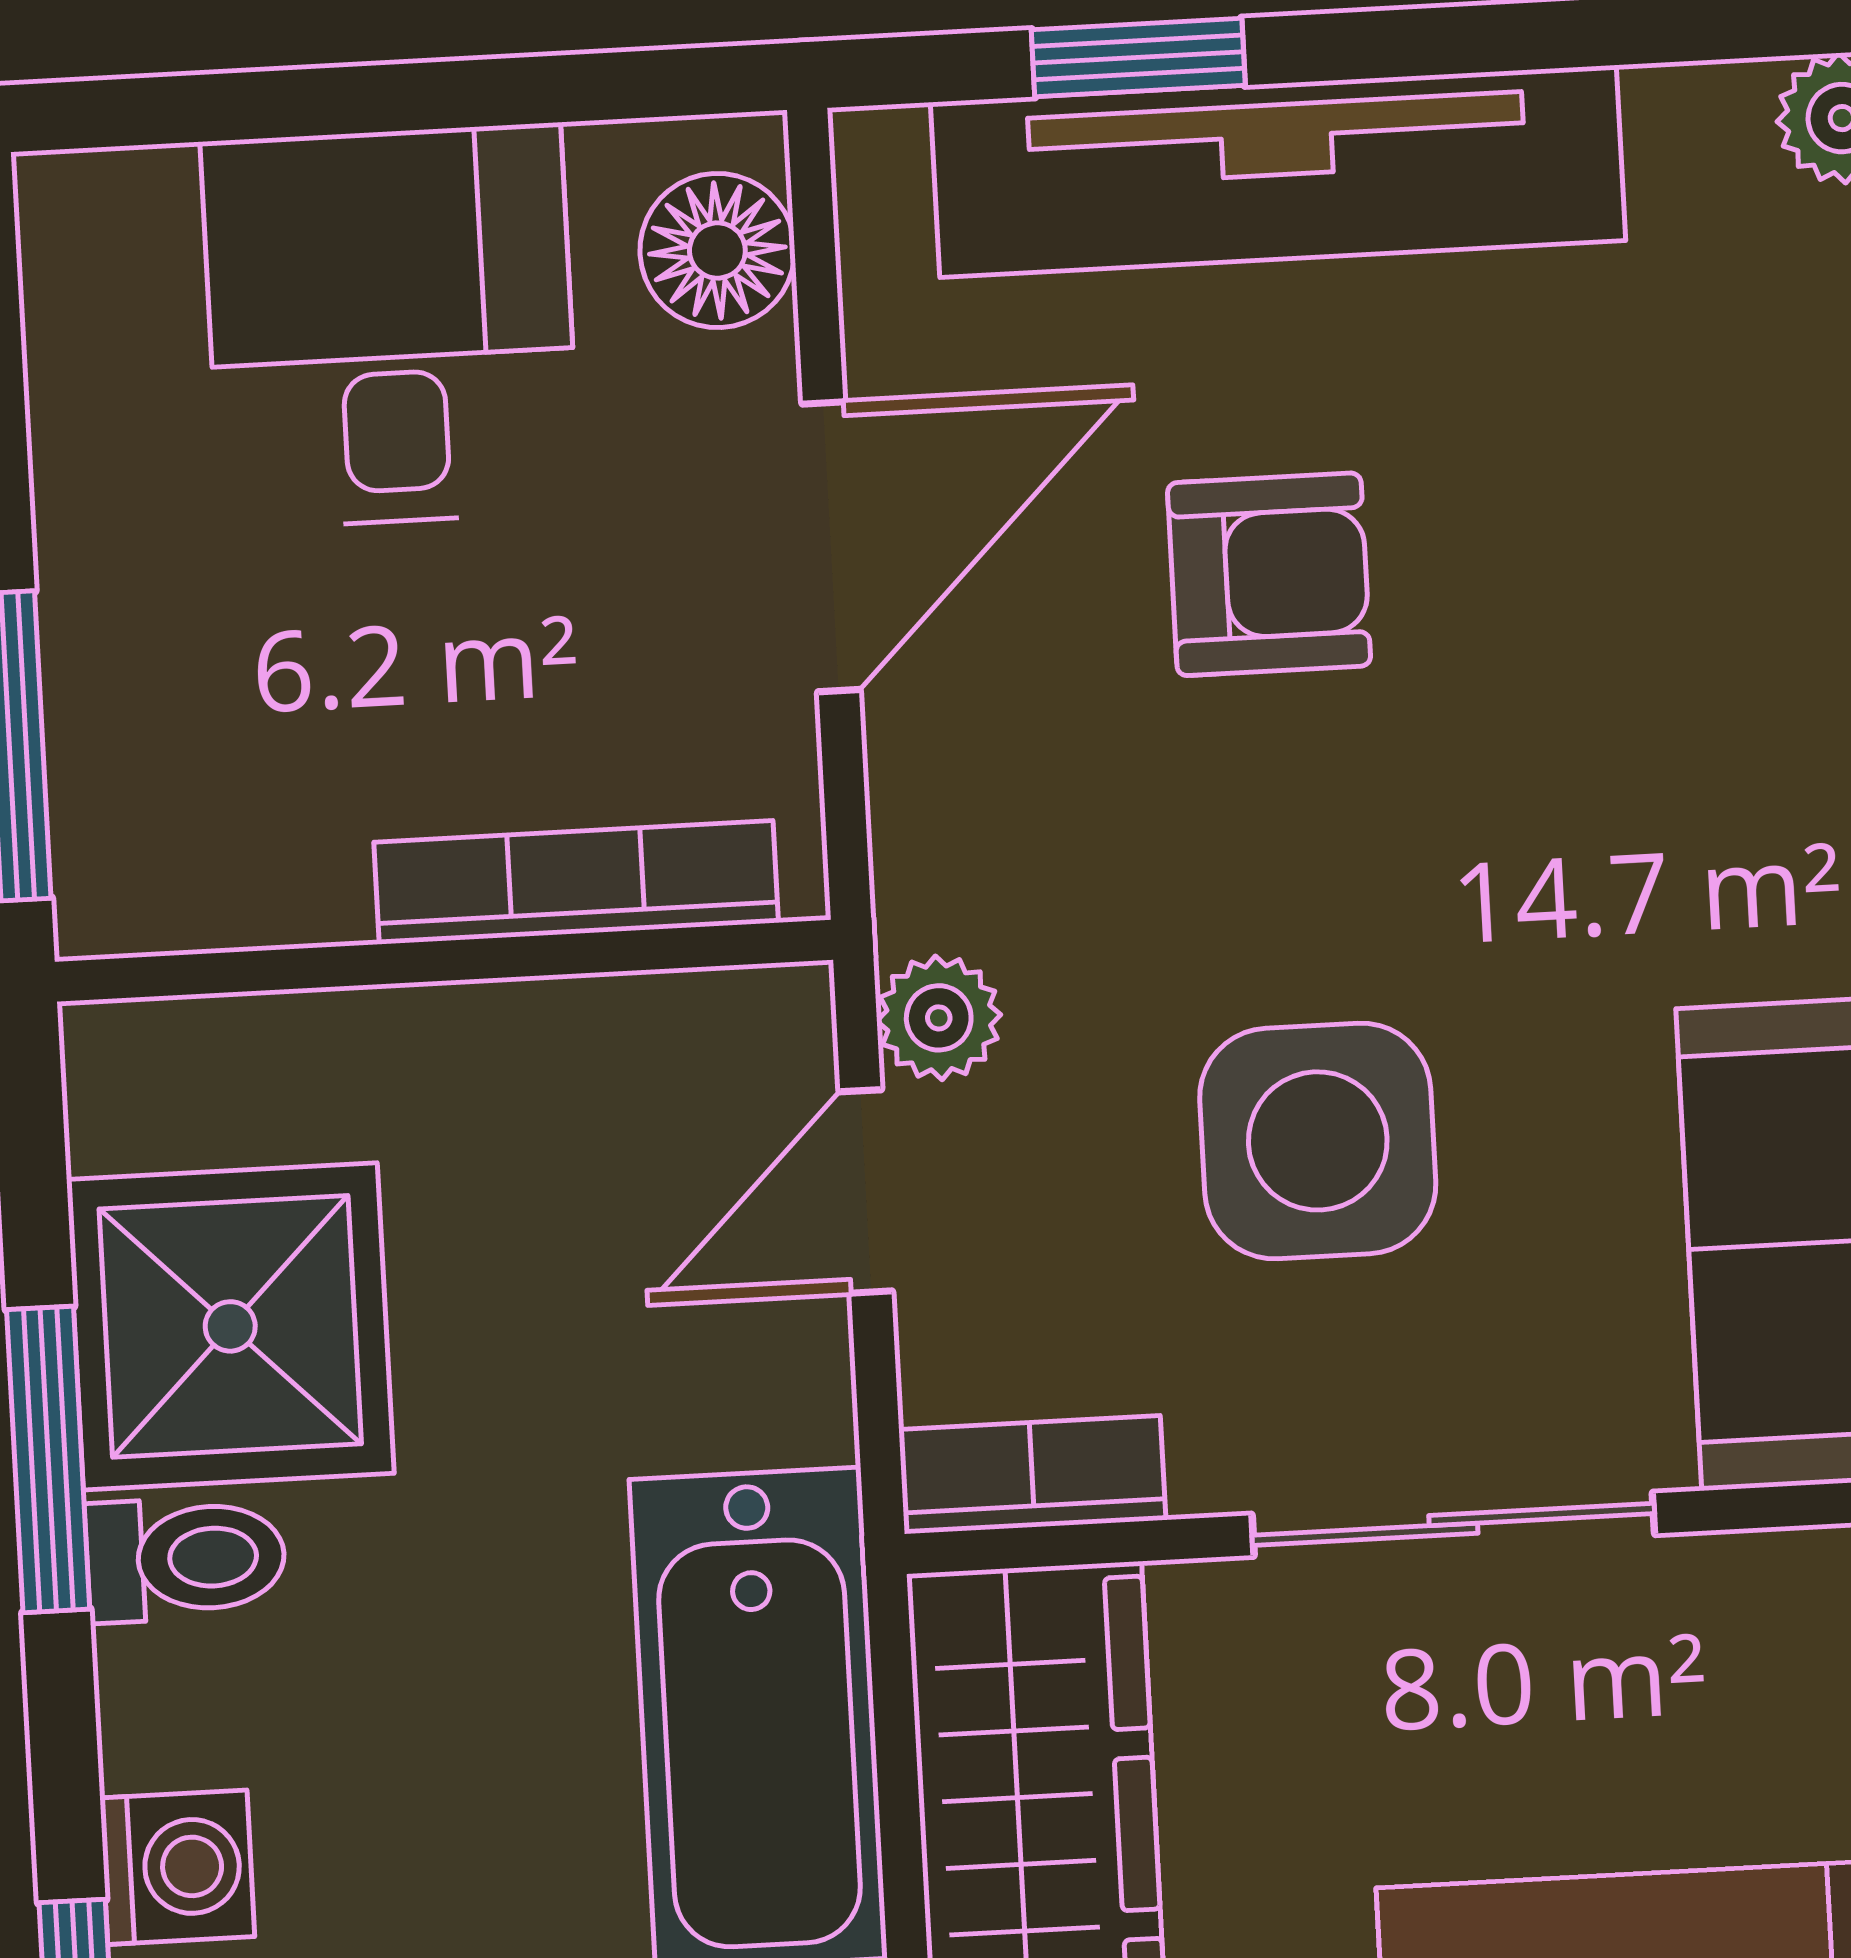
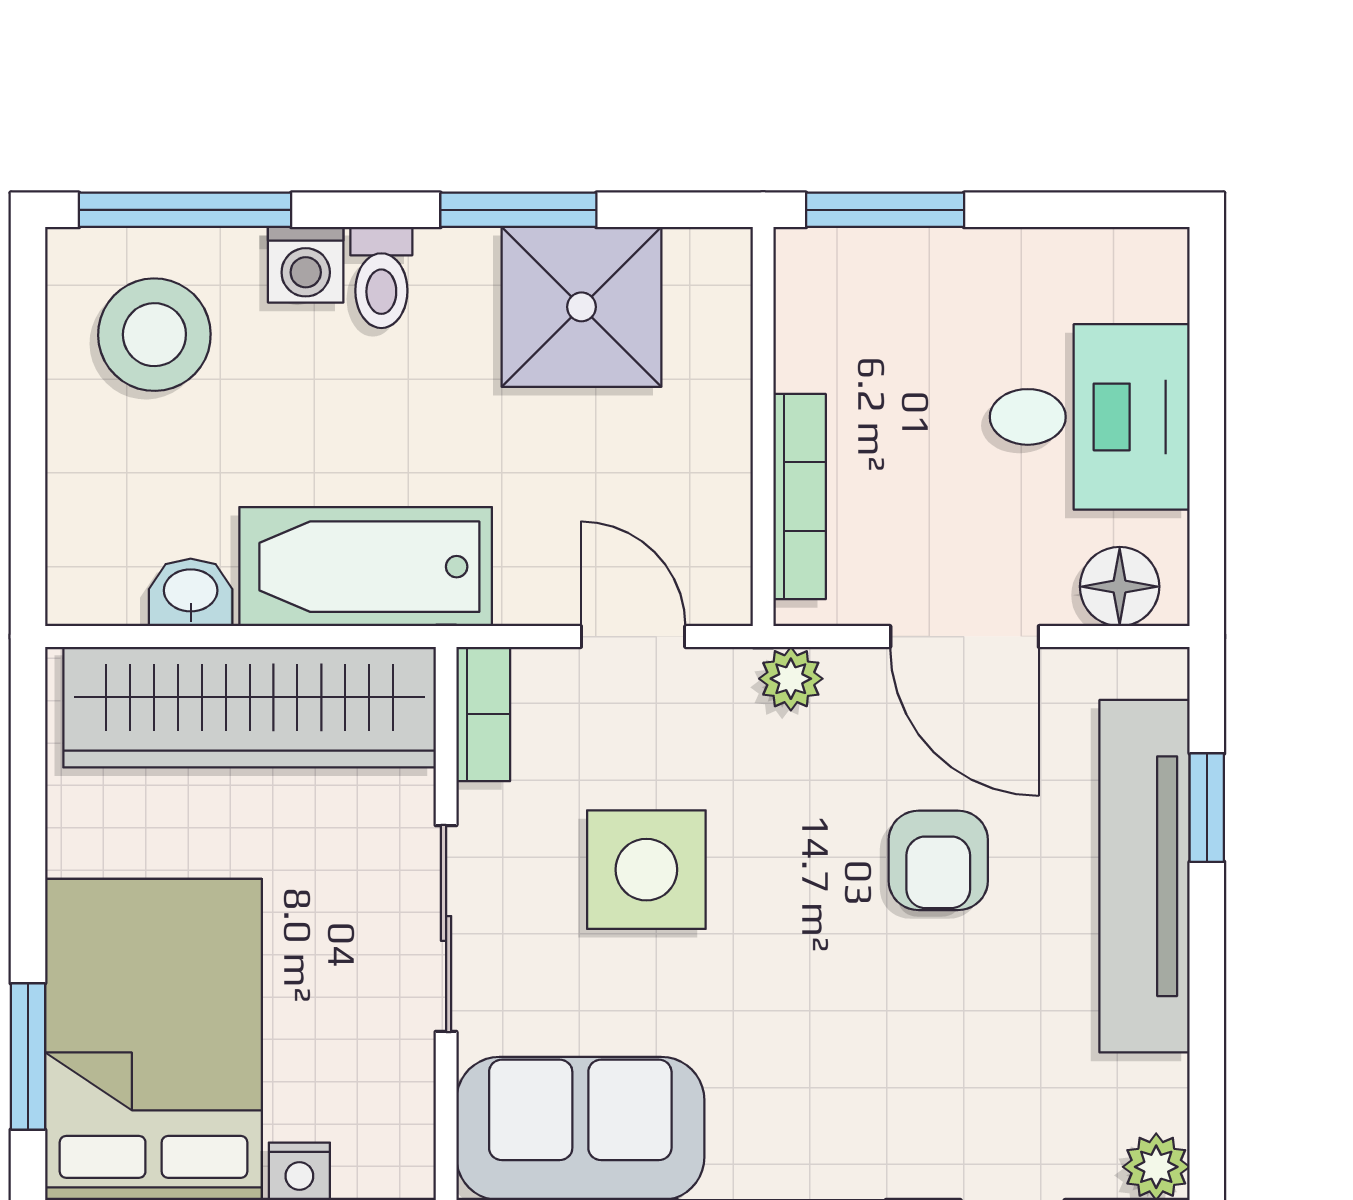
plant: (939, 1018) -> (791, 679), moved
toilet: (186, 1559) -> (381, 278), moved

